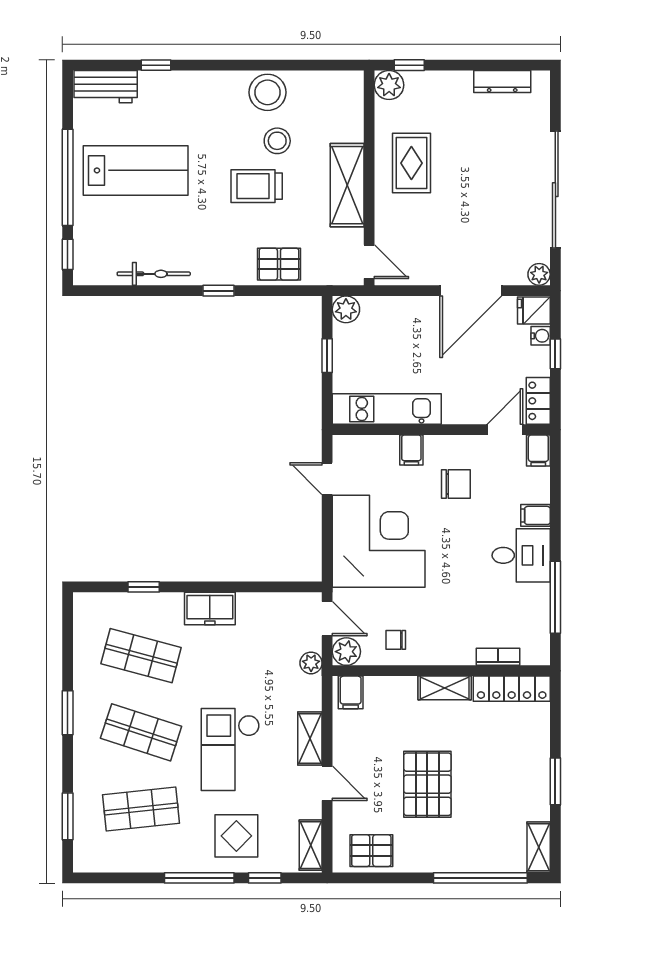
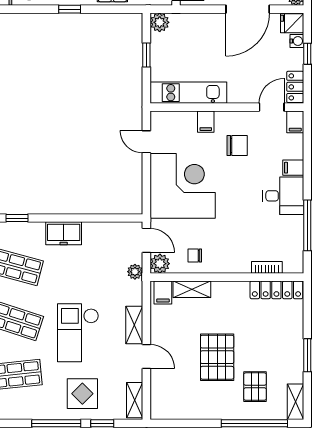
shelving: (445, 688) -> (192, 289), moved
pallet: (371, 851) -> (255, 387), moved, turned 90

